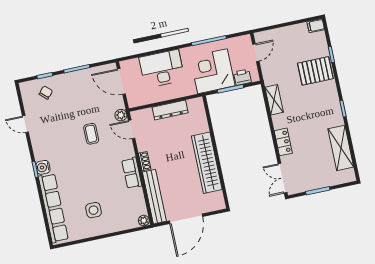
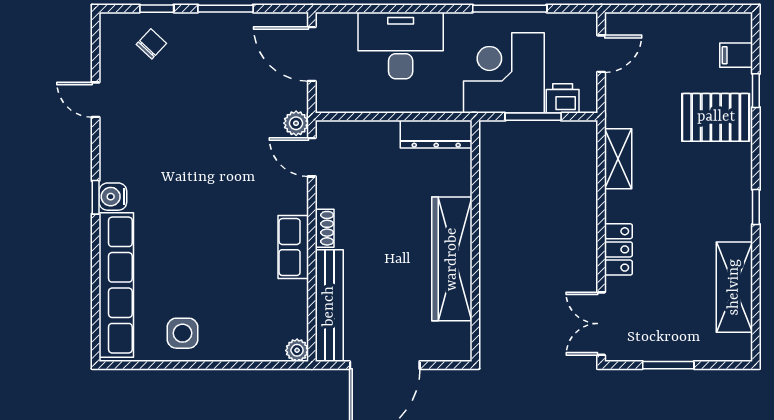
filing cabinet: (316, 26) -> (736, 55), moved
dresser: (170, 110) -> (436, 134), moved
coffee table: (91, 134) -> (227, 149), removed
side table: (93, 210) -> (182, 333), moved

